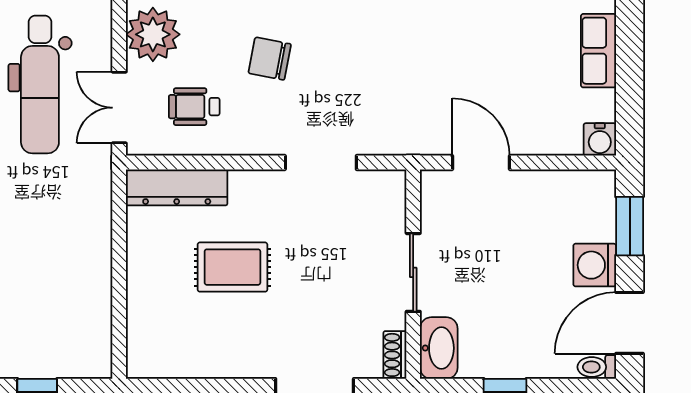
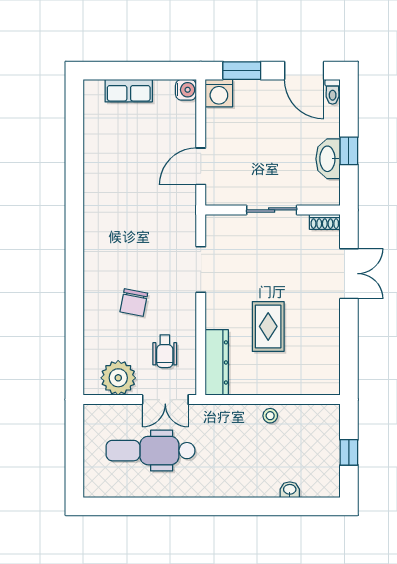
dental chair: (40, 85) -> (151, 451), turned 180
washing machine: (595, 265) -> (219, 93), moved
stool: (94, 270) -> (270, 416), added
washbasin: (439, 348) -> (328, 159), moved, turned -90

